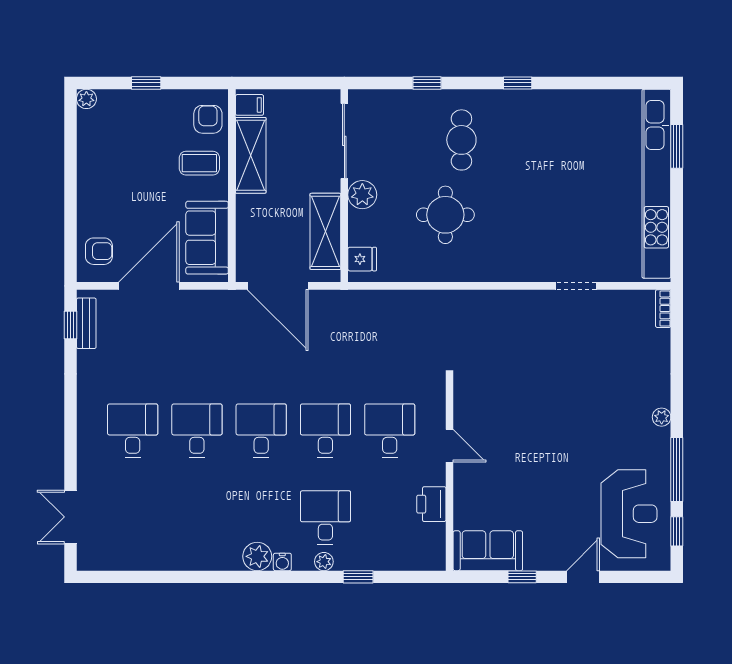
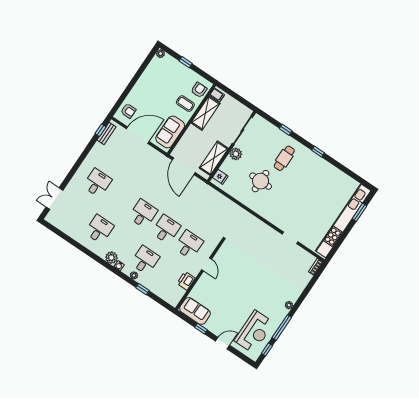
desk: (197, 431) -> (99, 229), moved

